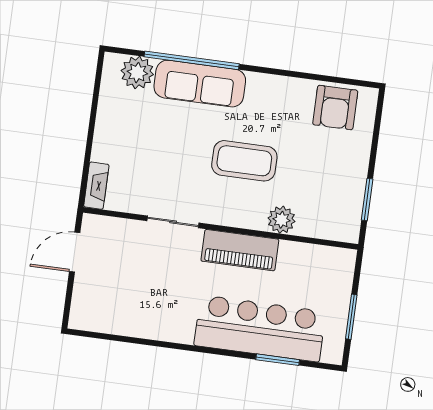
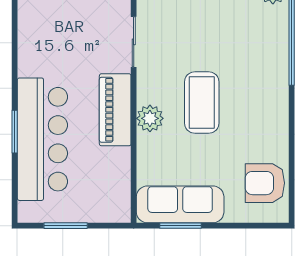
sofa: (200, 84) -> (180, 204), moved, turned 90
plant: (281, 220) -> (150, 118), moved
window: (278, 360) -> (15, 132), moved

